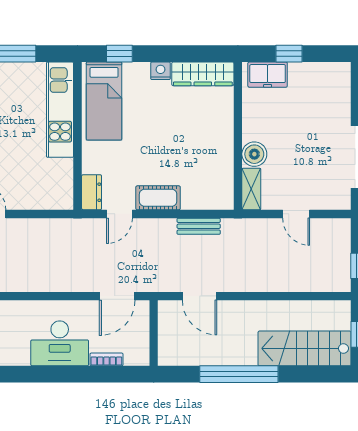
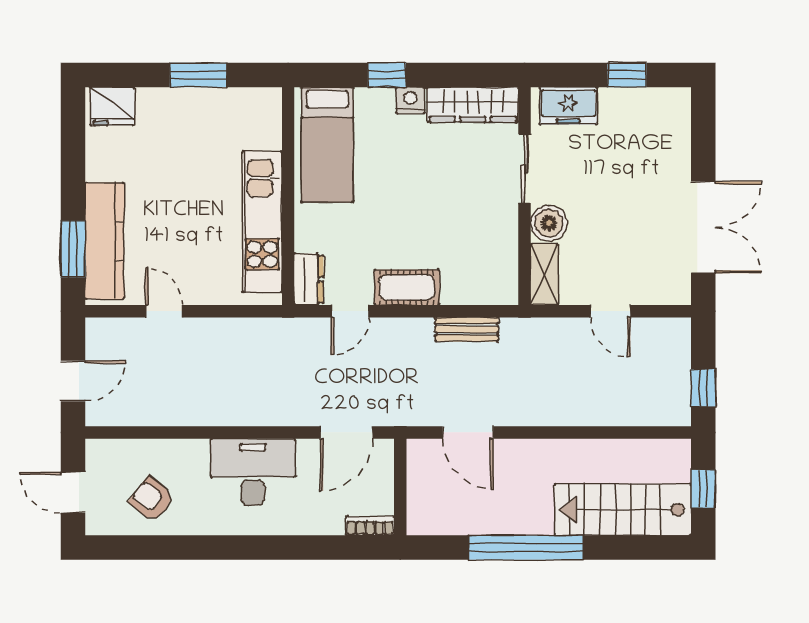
window: (119, 54) -> (387, 75), moved
window: (289, 54) -> (627, 75), moved
kitchen unit: (60, 110) -> (262, 222), moved
sliding door: (238, 117) -> (524, 169), added
desk: (60, 343) -> (253, 472), moved, turned 180
bookcase: (106, 359) -> (370, 526), moved

